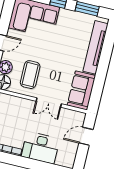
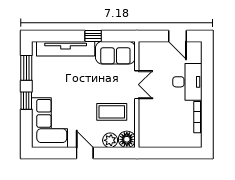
window: (101, 74) -> (93, 36), added
door: (86, 136) -> (177, 36), moved

